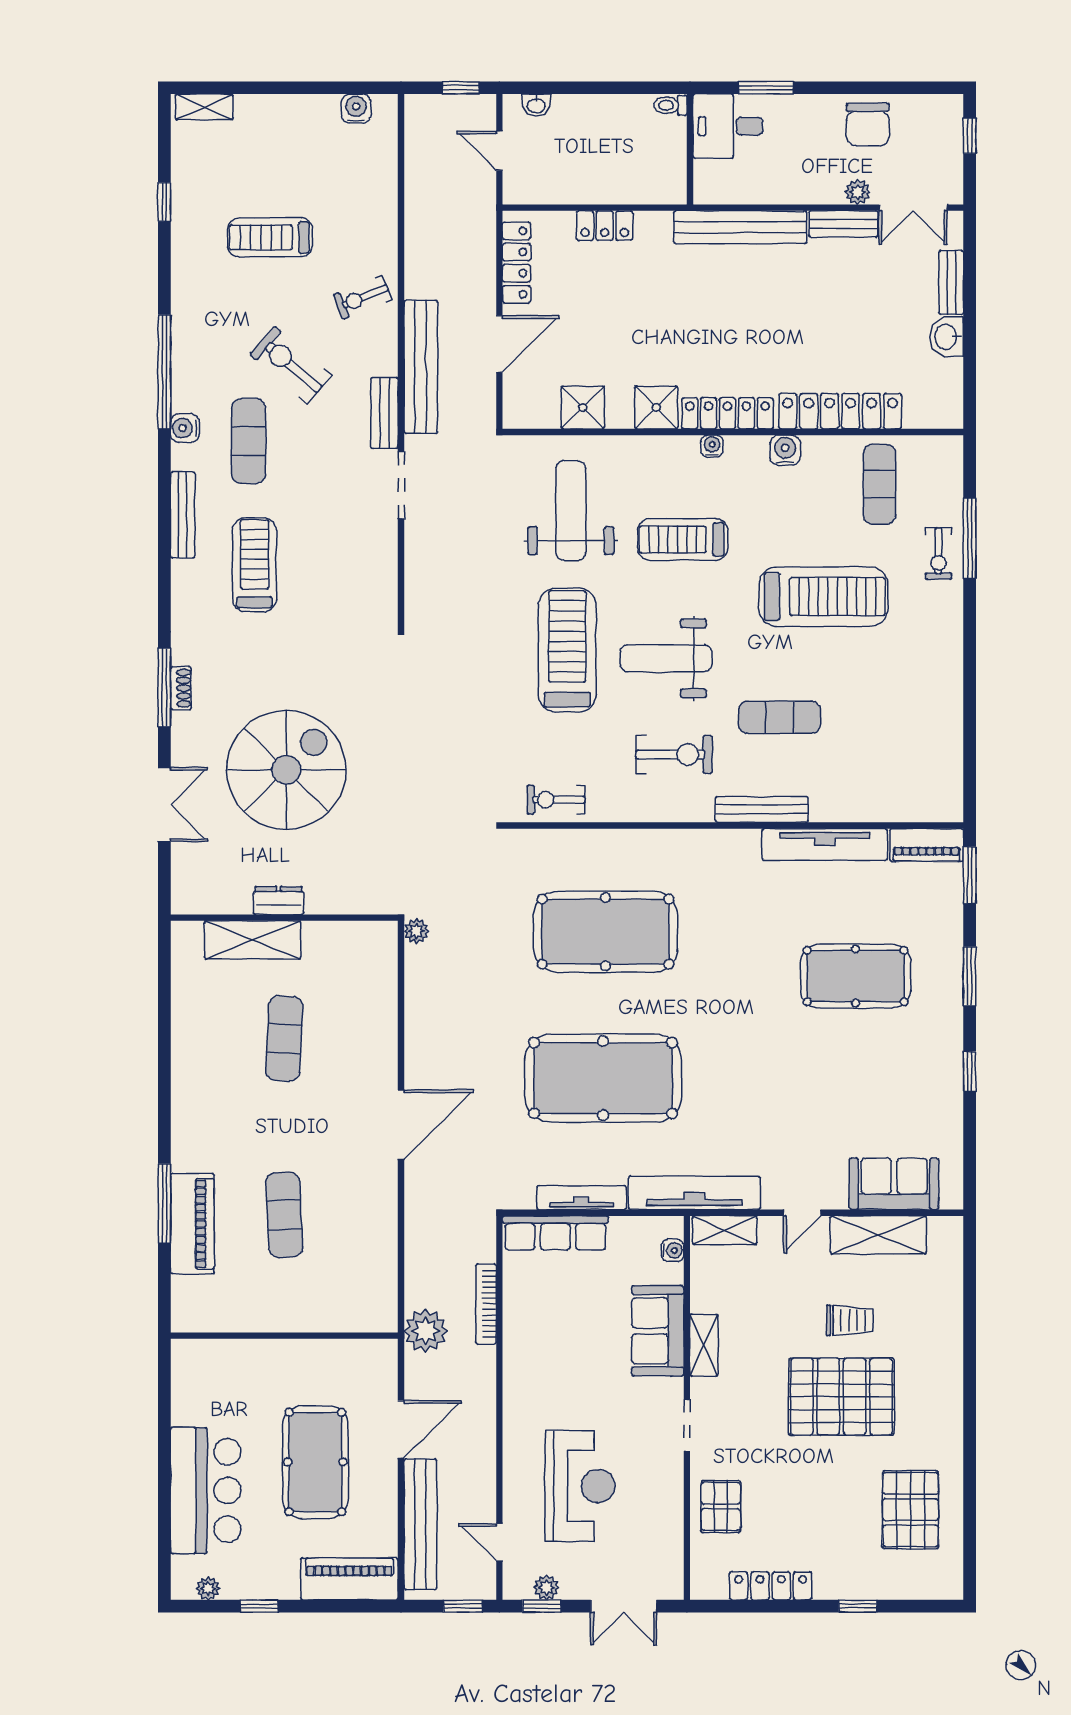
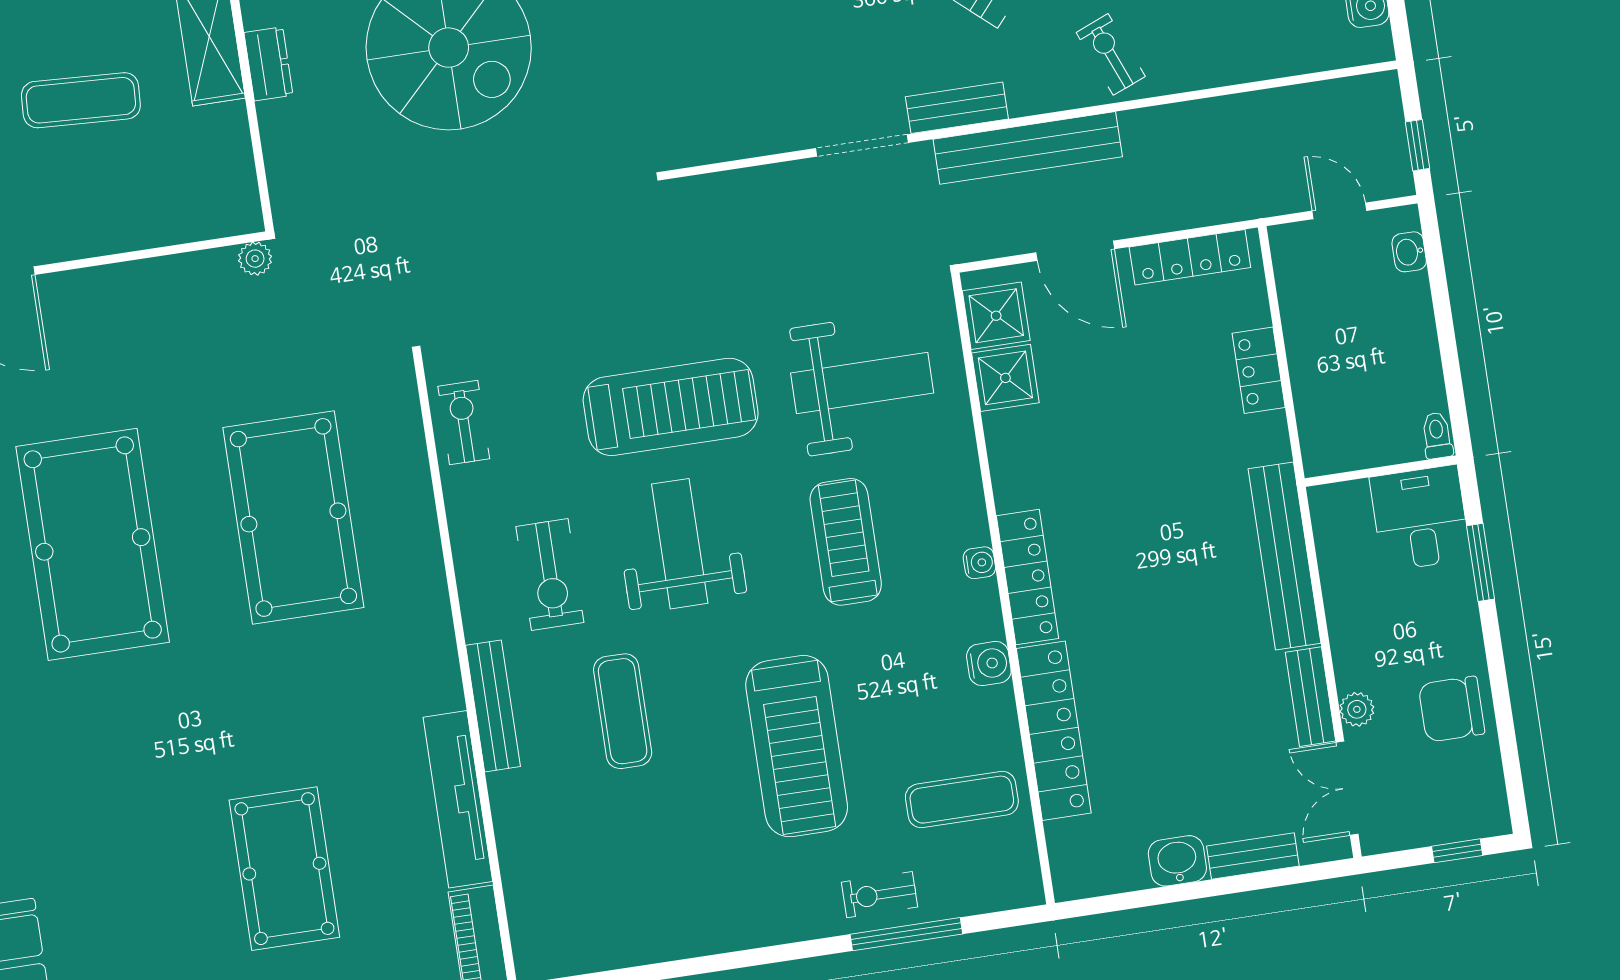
door: (499, 151) -> (1339, 211), hinge flipped
shower: (656, 407) -> (996, 316), moved

